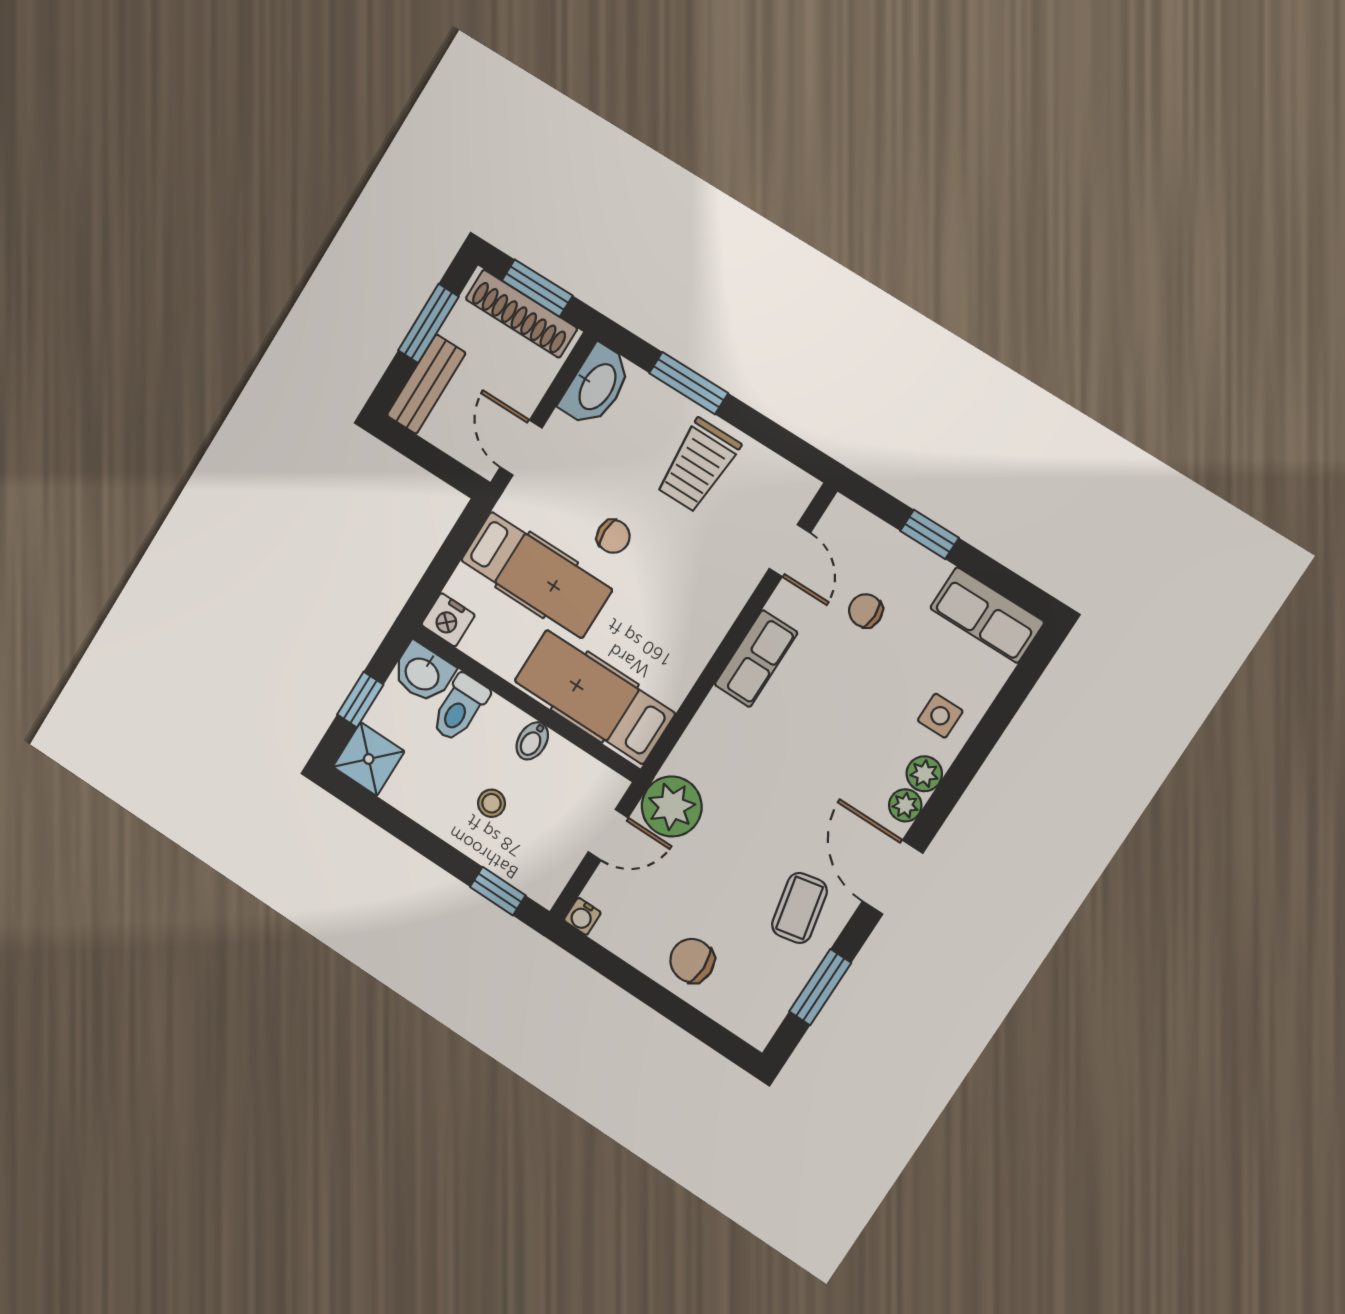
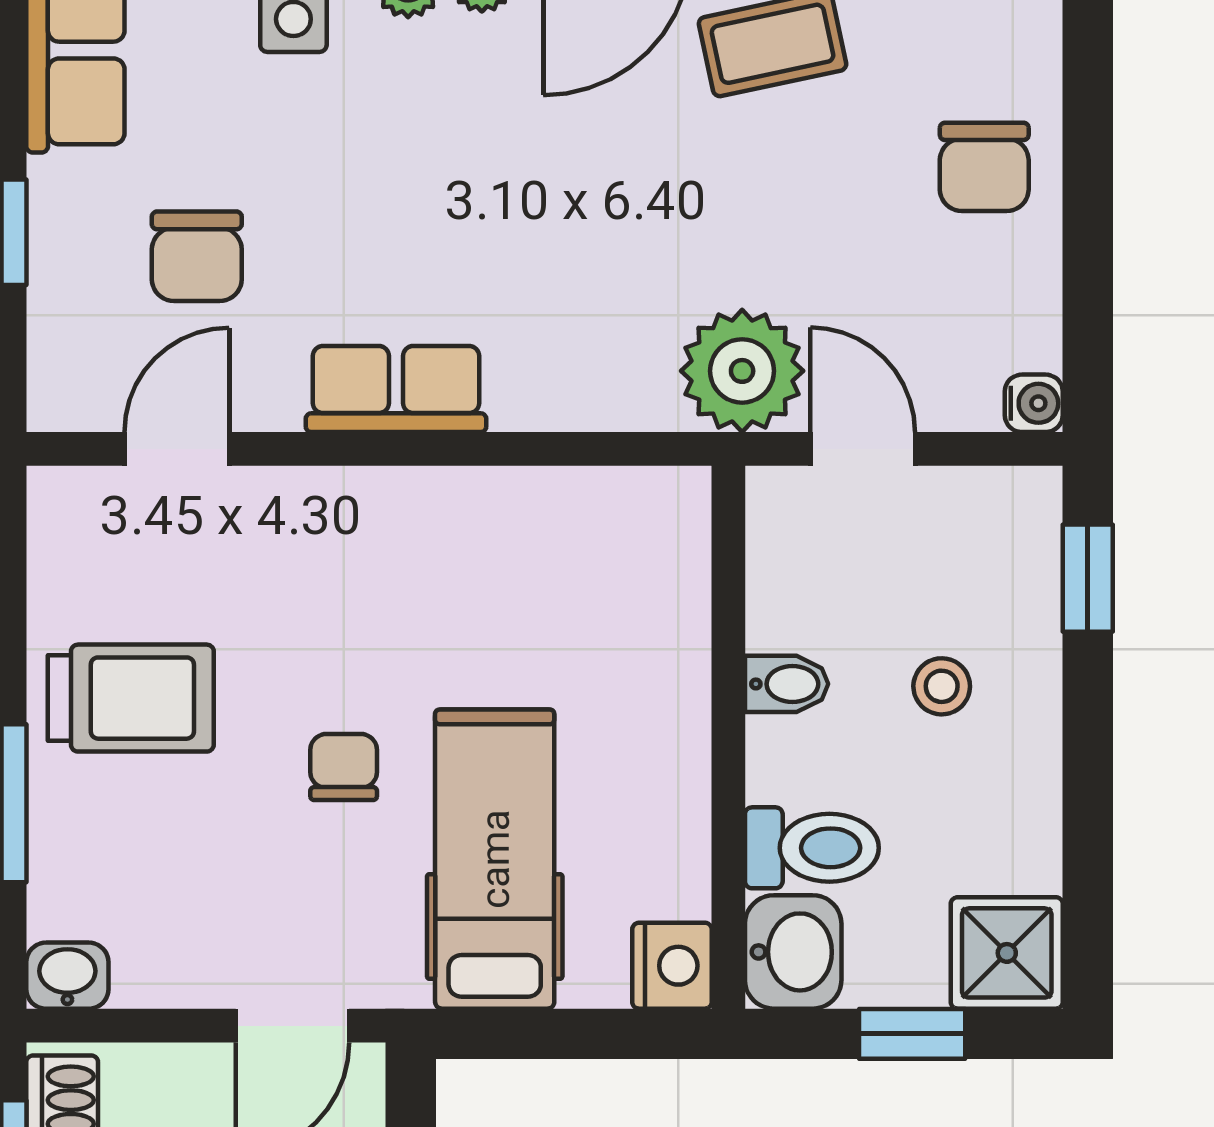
washbasin: (596, 386) -> (67, 976), width x0.52, depth x0.69
chair: (866, 611) -> (197, 256), width x1.37, depth x1.37
hospital bed: (595, 697) -> (640, 624), removed

